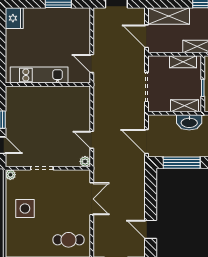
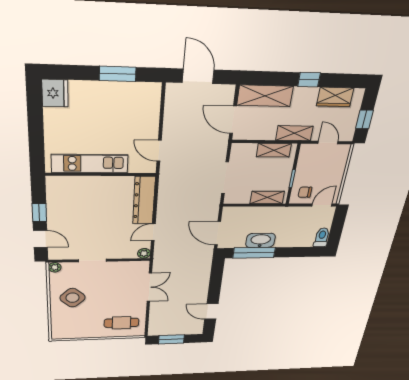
dresser: (82, 108) -> (144, 200), added
washbasin: (189, 122) -> (261, 240), moved, turned 180
door: (92, 140) -> (153, 232), hinge flipped
side table: (25, 209) -> (73, 298), turned 45

